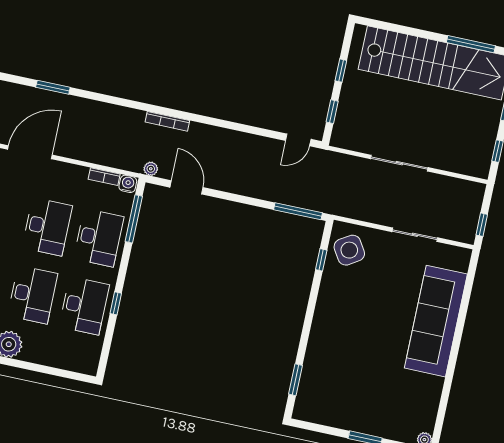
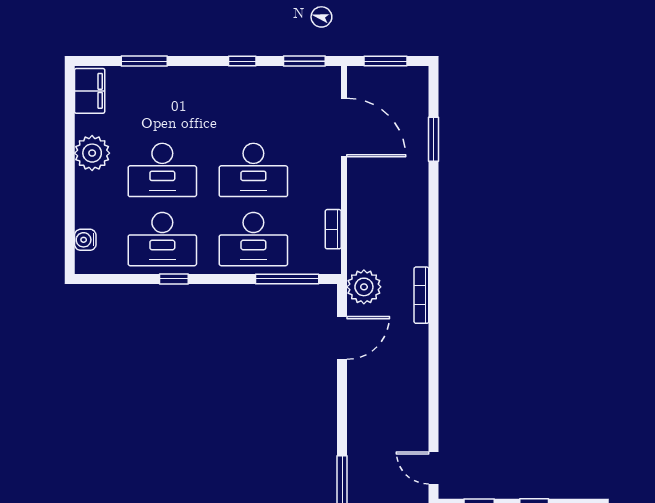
plant: (151, 169) -> (364, 287), width x1.88, depth x1.88
water cooler: (128, 184) -> (85, 240), moved, turned 180

